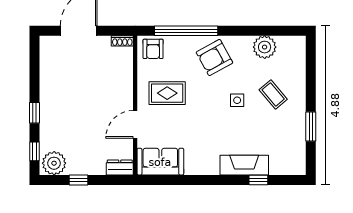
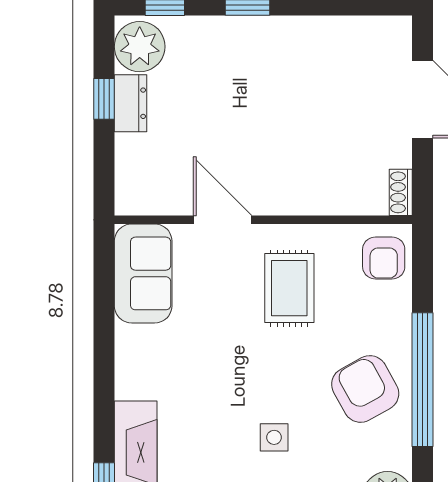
window: (186, 31) -> (422, 380), moved
armchair: (153, 49) -> (384, 258), turned -90
dresser: (120, 167) -> (131, 103), moved

